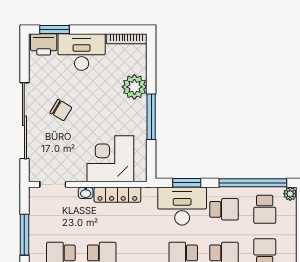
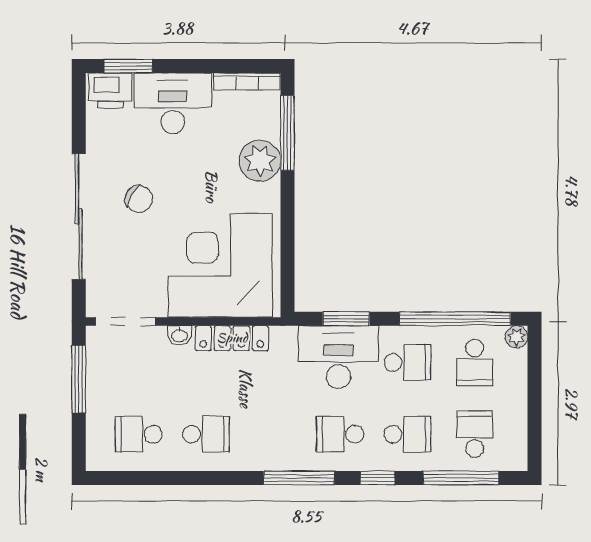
window: (151, 117) -> (287, 133), moved
corner desk: (110, 159) -> (220, 265), width x1.36, depth x1.36
doorway: (53, 184) -> (125, 321), width x1.38
window: (24, 235) -> (79, 379), moved

